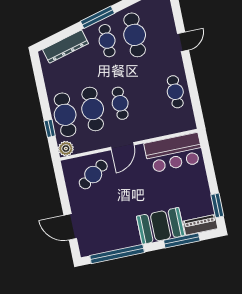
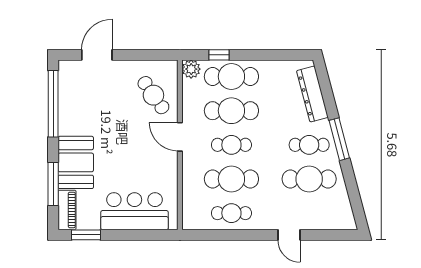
cafe table: (148, 98) -> (231, 179), added
bar counter: (174, 153) -> (134, 211), moved, turned 90

